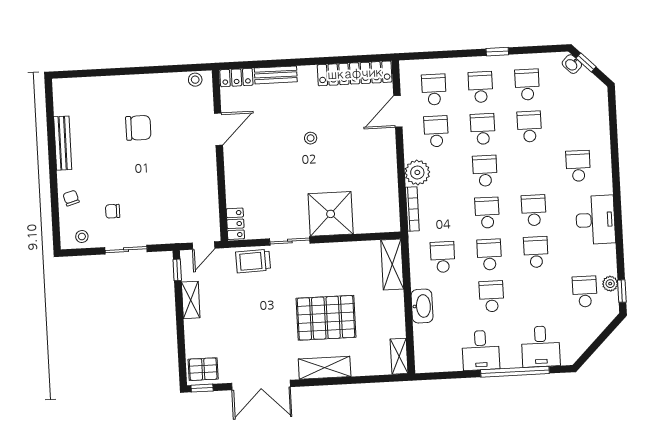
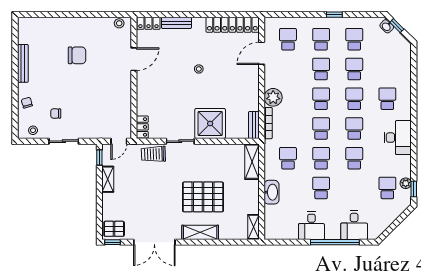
school desk: (436, 131) -> (354, 99), moved
bench: (392, 213) -> (254, 125), added

